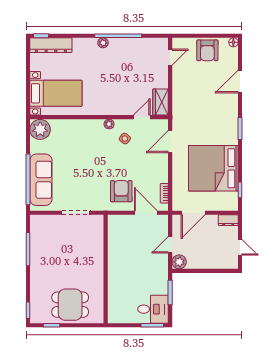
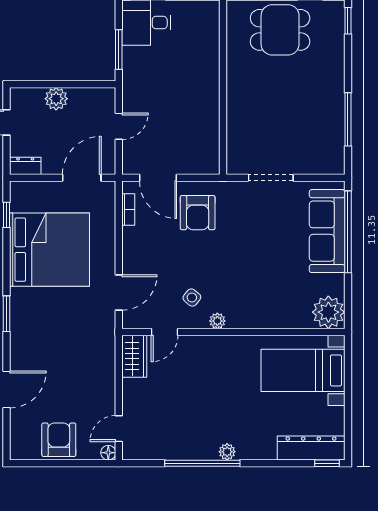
floor lamp: (233, 42) -> (108, 453), moved
plant: (179, 262) -> (56, 99), moved

